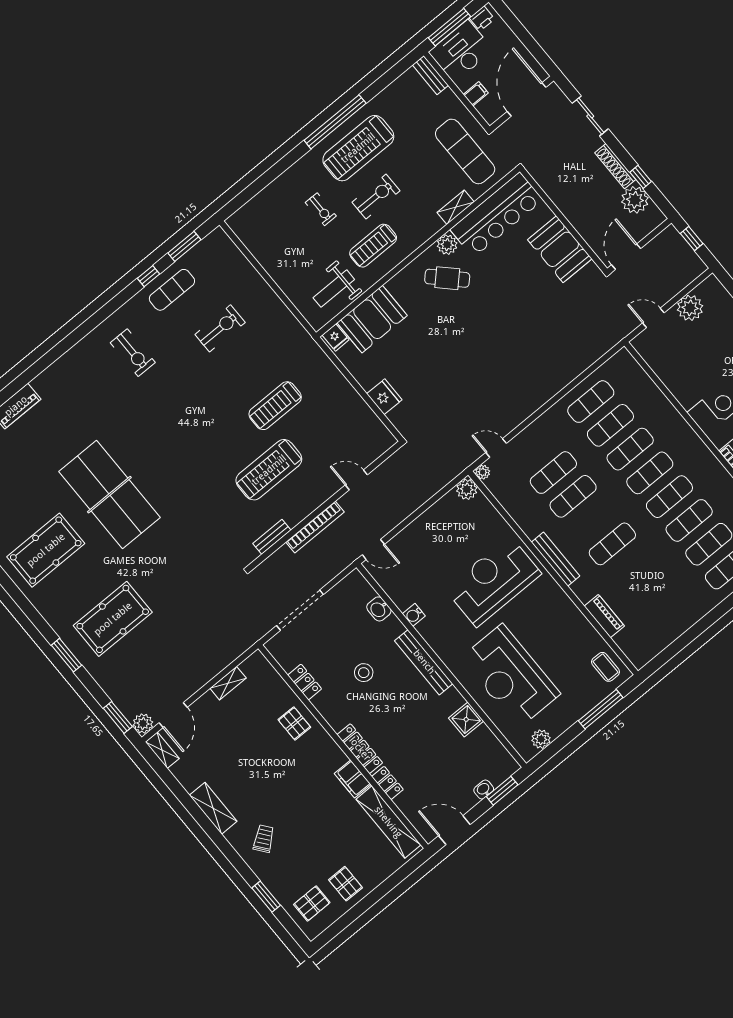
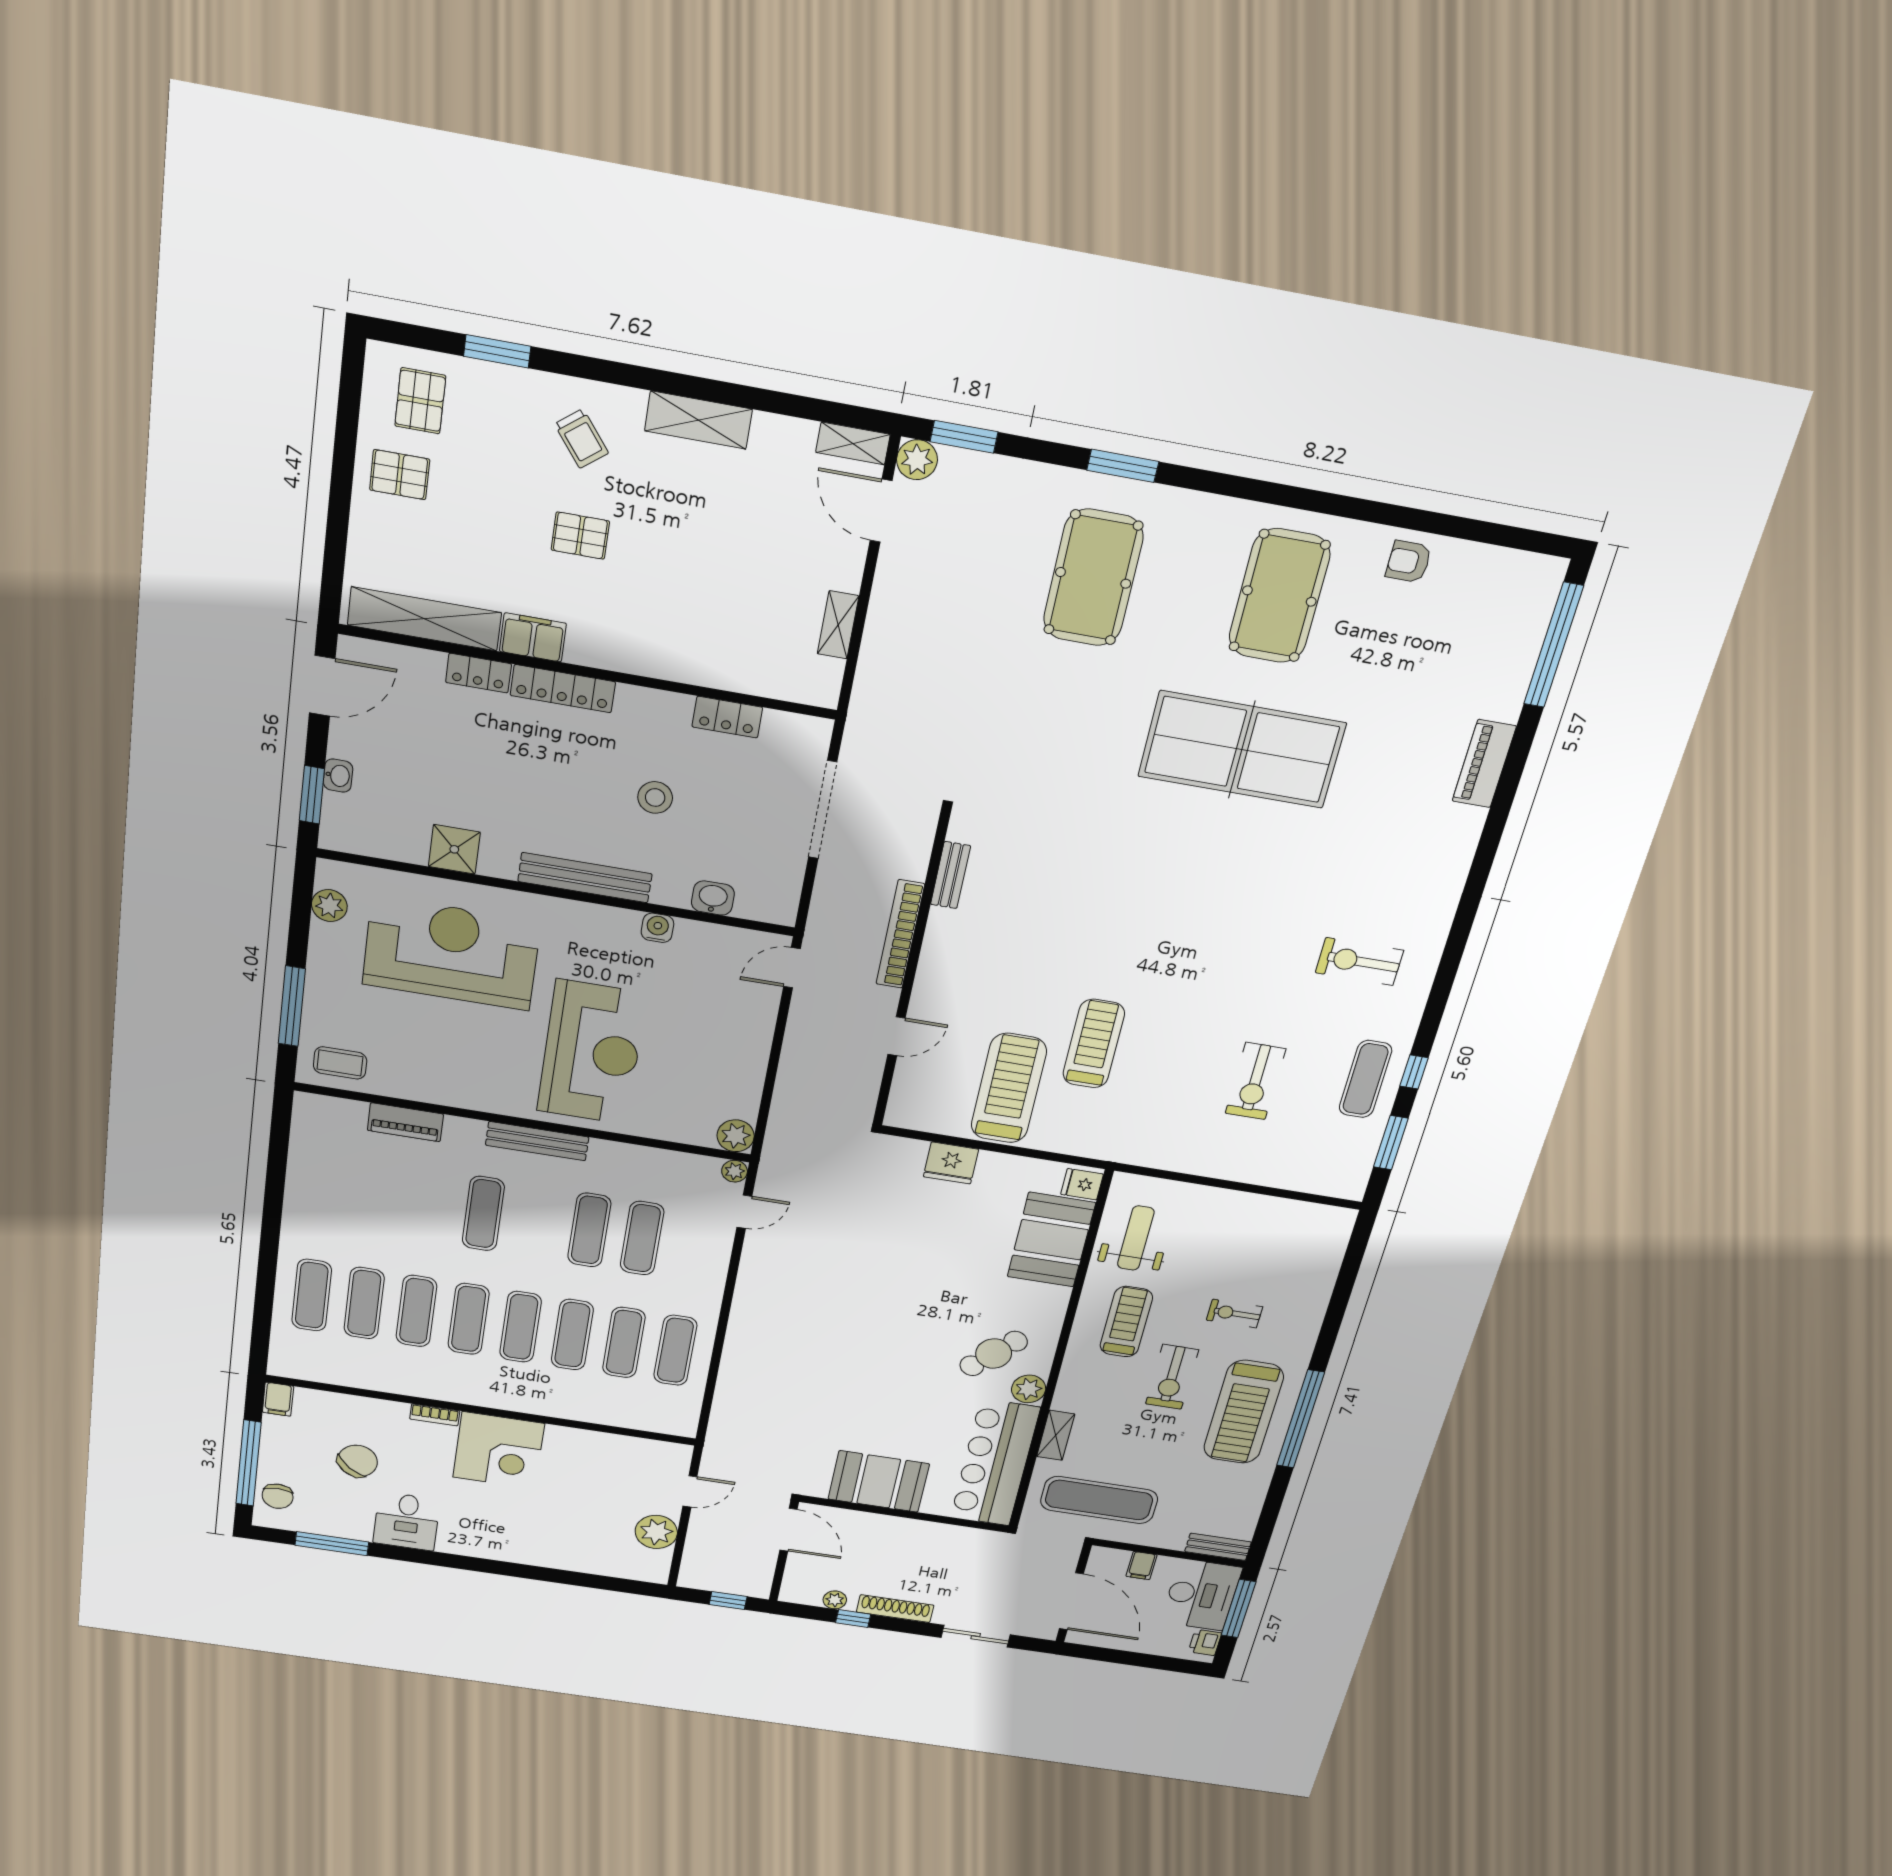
treadmill: (358, 148) -> (1243, 1412), turned 180
plant: (635, 200) -> (835, 1600), width x0.53, depth x0.53
treadmill: (269, 470) -> (1009, 1088), moved
pallet: (294, 723) -> (580, 536), moved

